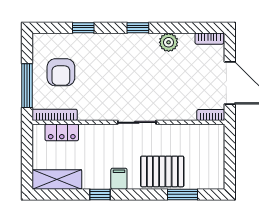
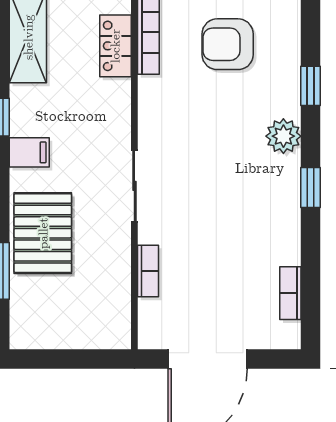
bookcase: (209, 39) -> (290, 293), moved
plant: (169, 42) -> (283, 136), moved
bookcase: (211, 115) -> (148, 271), moved

